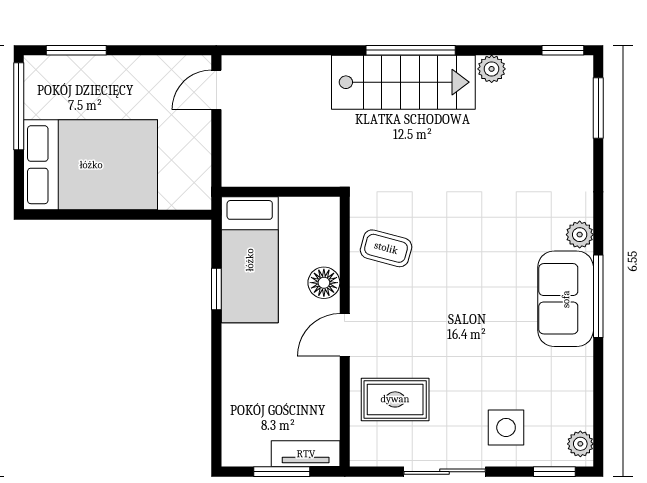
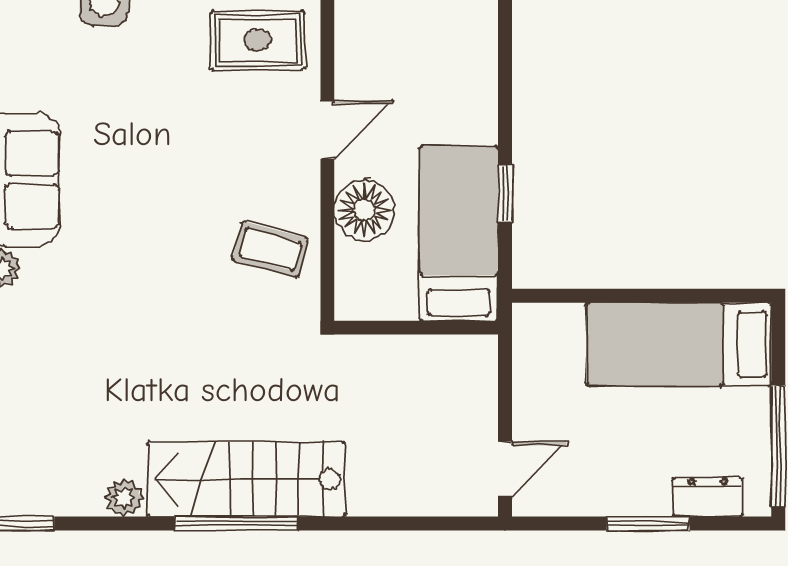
window: (76, 50) -> (648, 524), moved
dresser: (70, 69) -> (707, 497), added
bed: (91, 165) -> (679, 344), width x0.67
floor lamp: (324, 283) -> (364, 210), width x1.38, depth x1.38

